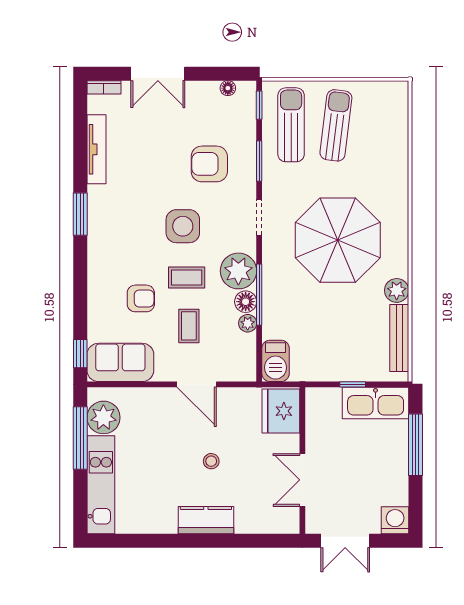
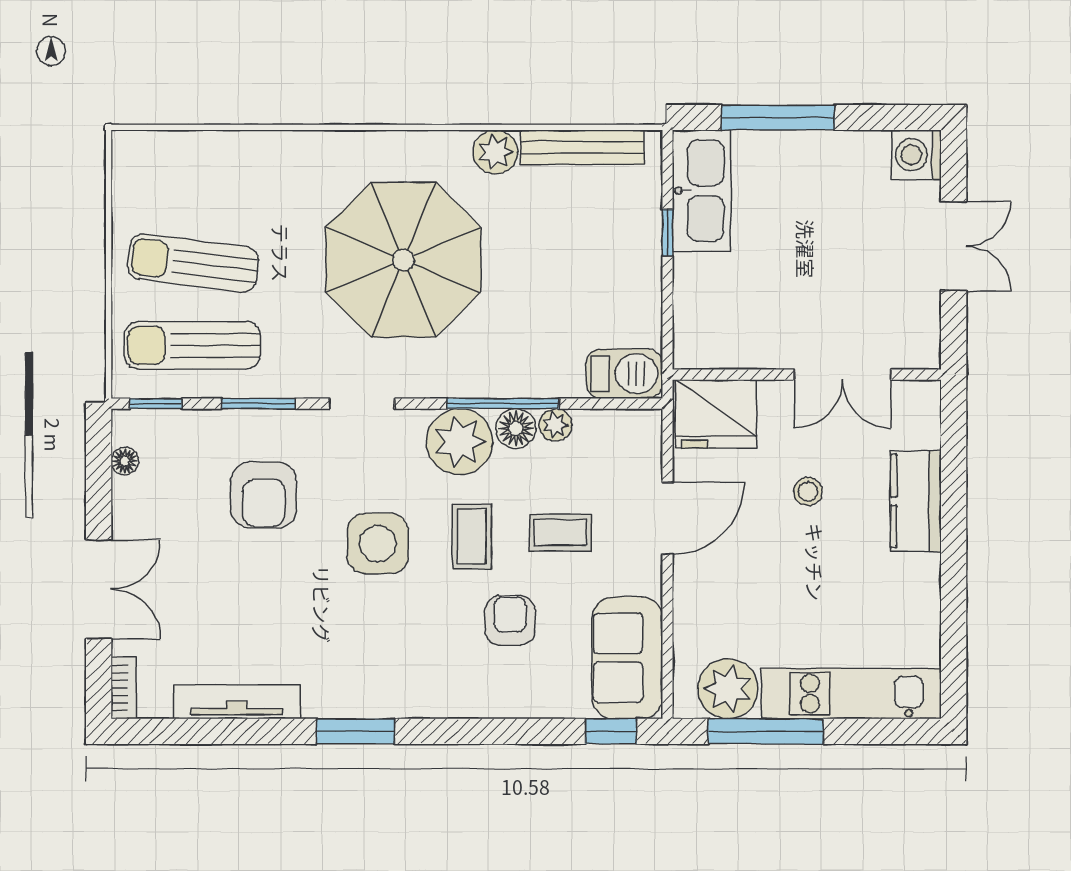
fridge: (281, 411) -> (716, 414), moved
wall: (302, 461) -> (807, 375), moved
double door: (302, 480) -> (842, 375), moved

